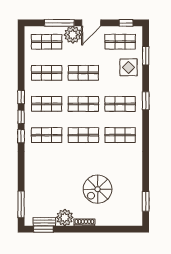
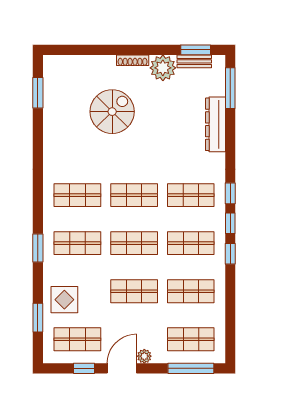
window: (59, 23) -> (191, 368), moved
window: (126, 23) -> (84, 368), moved
plant: (73, 35) -> (144, 356), width x0.53, depth x0.53
dresser: (31, 181) -> (215, 124), added

